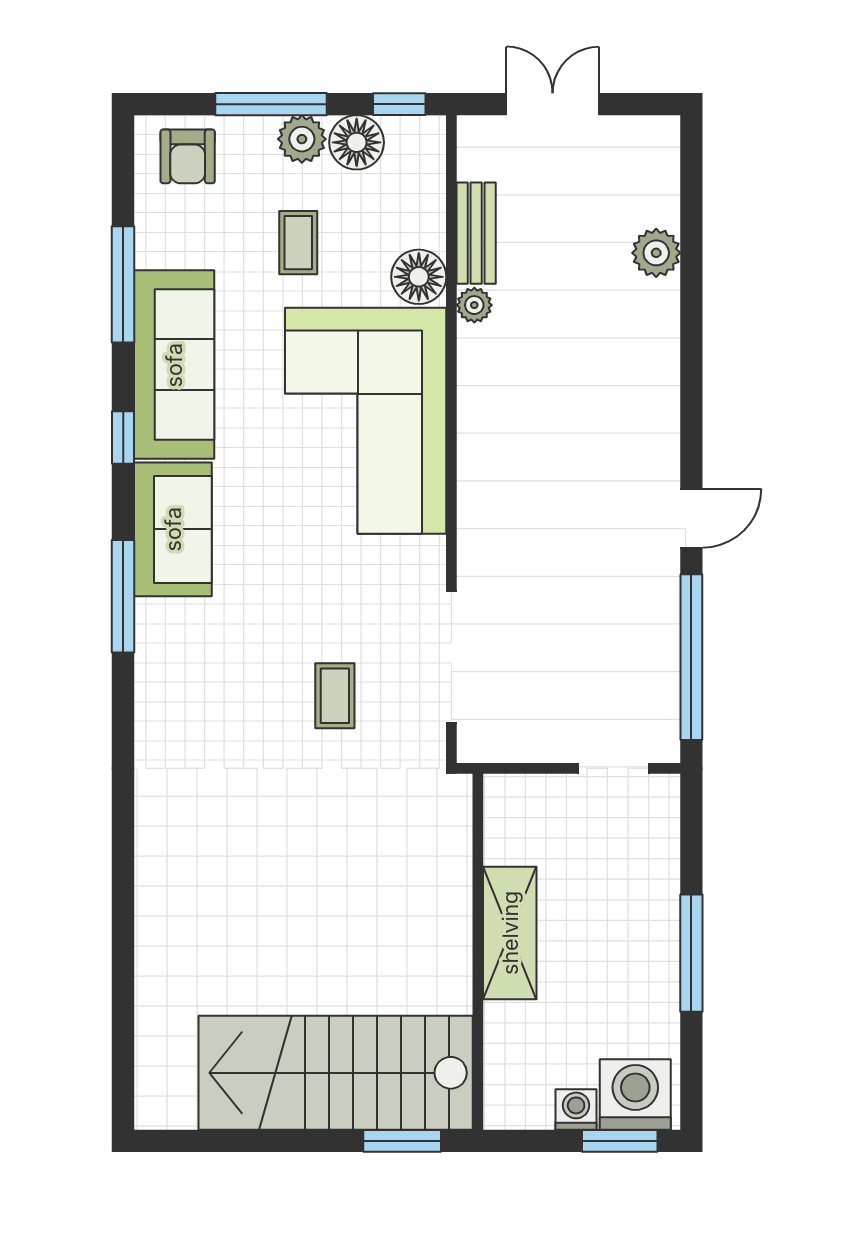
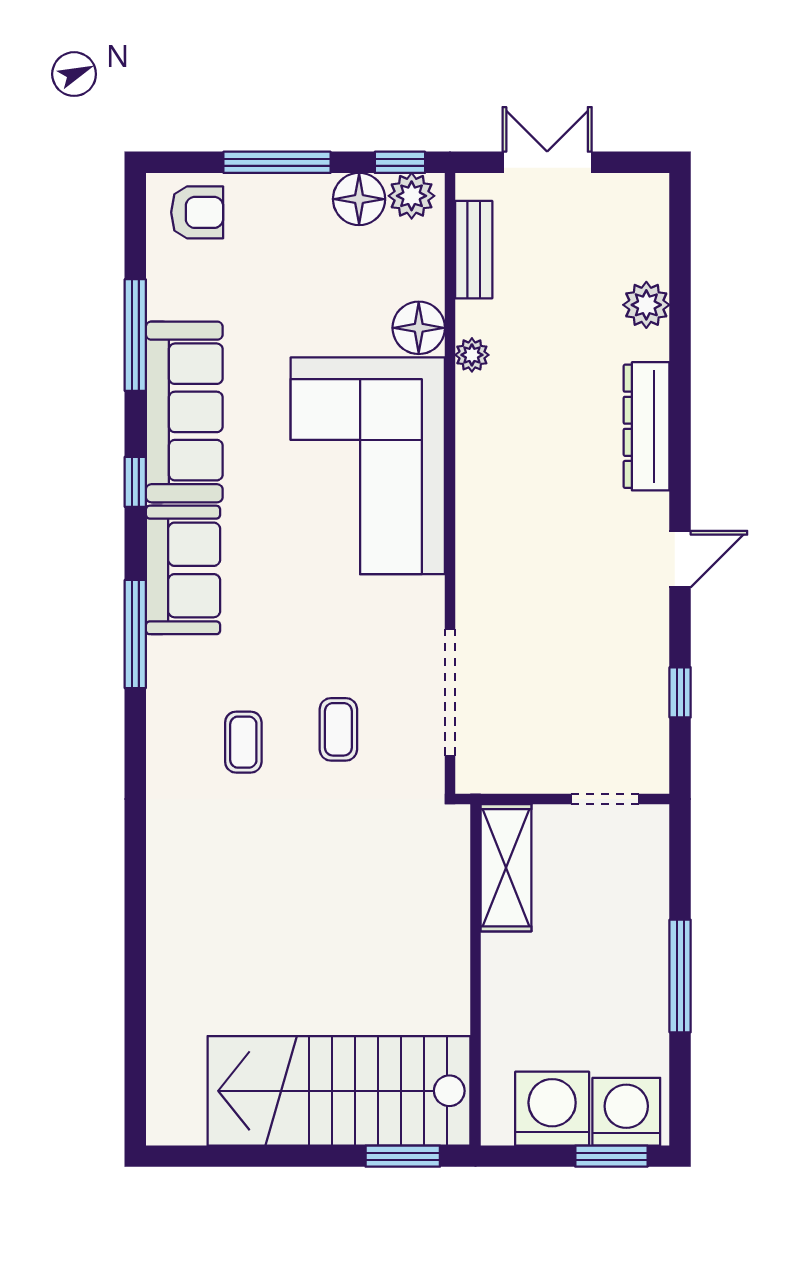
plant: (302, 139) -> (412, 196), moved
armchair: (188, 156) -> (197, 212), turned -90
bench: (476, 233) -> (474, 250), moved
coffee table: (298, 243) -> (243, 742), moved
dresser: (656, 380) -> (647, 426), added
window: (691, 657) -> (680, 692), width x0.32
shelving: (510, 933) -> (506, 868), moved
washing machine: (576, 1110) -> (552, 1109), width x1.89, depth x1.89

